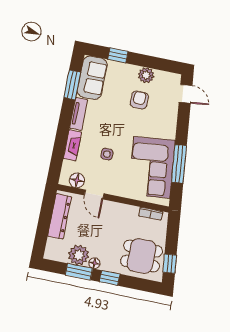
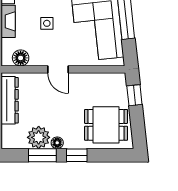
door: (94, 194) -> (58, 69), moved
bookcase: (151, 214) -> (107, 78), removed
window: (170, 264) -> (134, 95), moved

